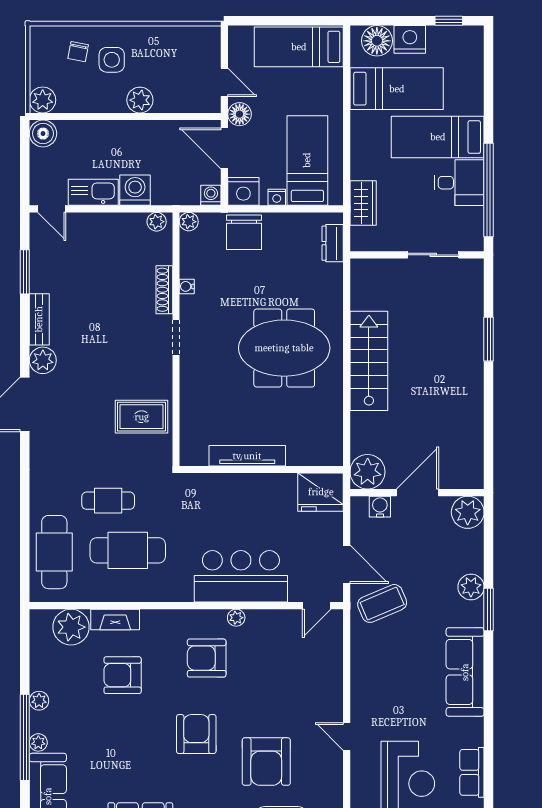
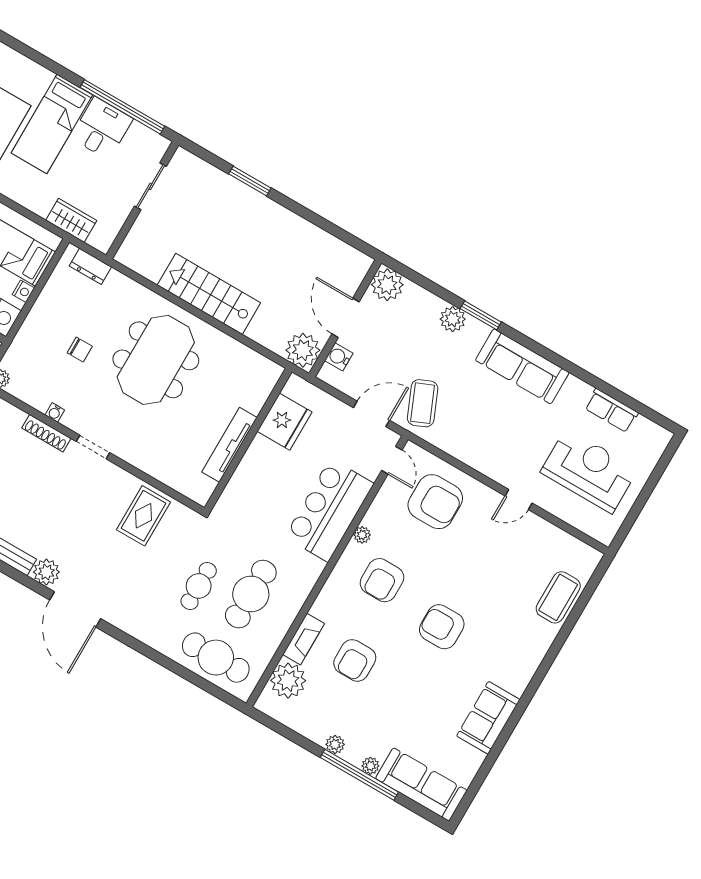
chair: (244, 232) -> (80, 350), moved, width x0.54, depth x0.54
fridge: (321, 492) -> (285, 422), moved
armchair: (266, 762) -> (435, 502), moved

